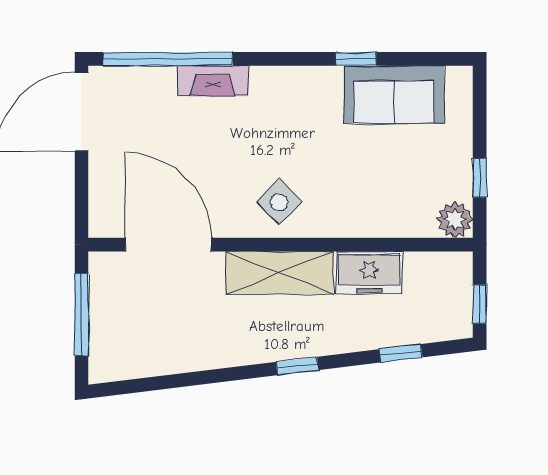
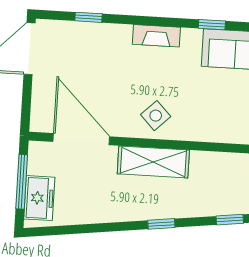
window: (168, 59) -> (89, 17), width x0.32
fireplace: (213, 81) -> (156, 36), moved
freezer: (369, 273) -> (39, 198), moved, turned -90

